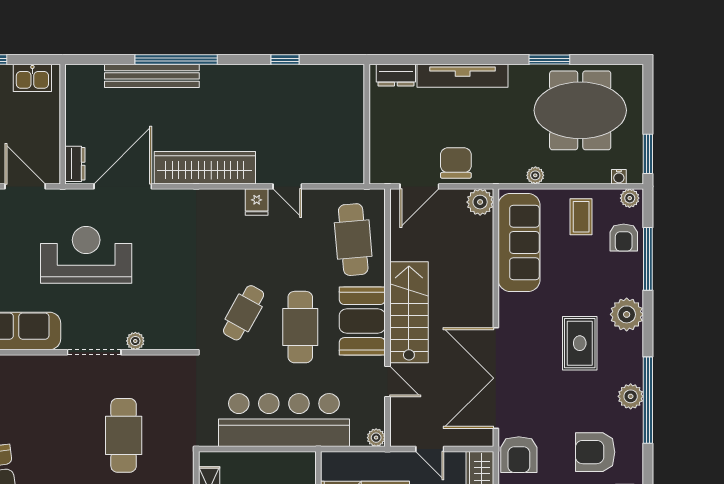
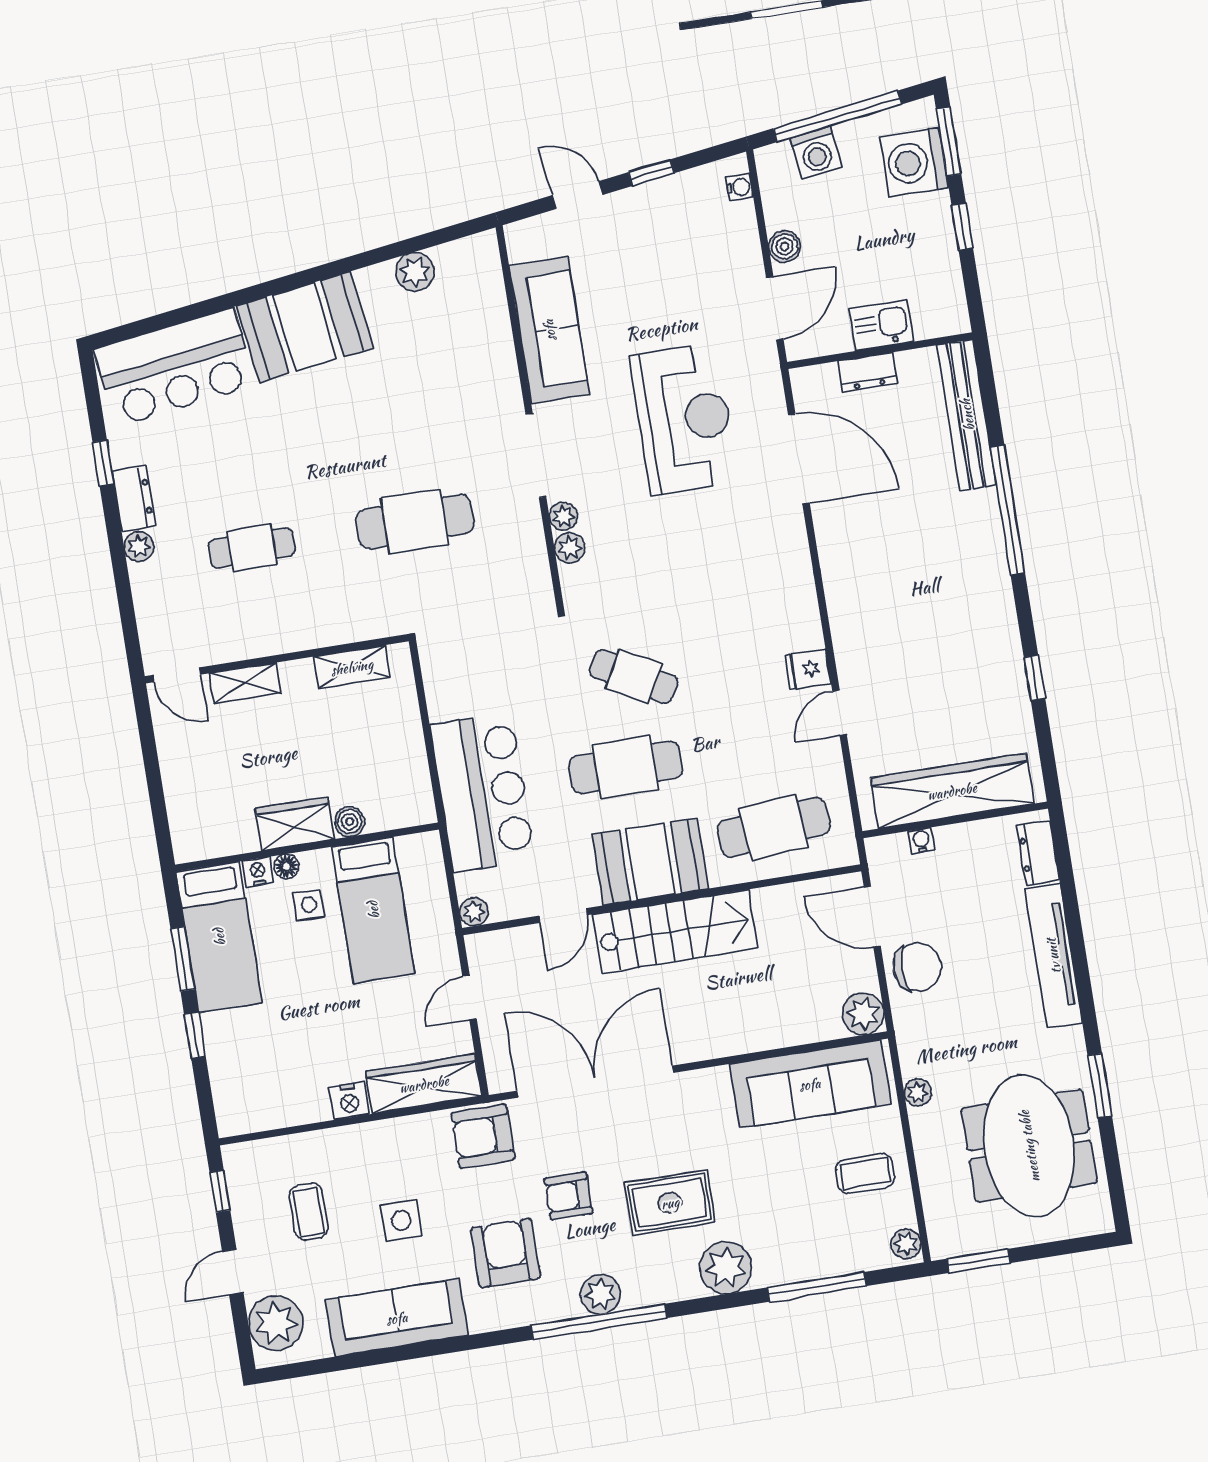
bench: (152, 76) -> (967, 415), moved
kitchen sink: (32, 78) -> (881, 325), moved, turned 90
dresser: (75, 164) -> (868, 372), moved
wardrobe: (205, 168) -> (952, 791), moved, turned -90
water cooler: (619, 177) -> (921, 840), moved, turned 90
armchair: (624, 238) -> (568, 1196), moved
plant: (156, 340) -> (570, 548), added
bar counter: (284, 420) -> (482, 792), width x0.73

